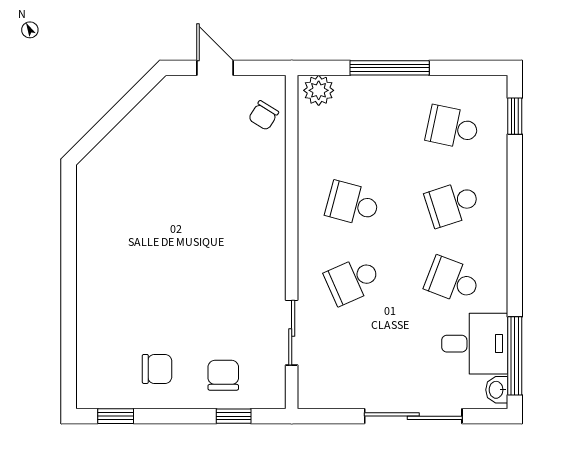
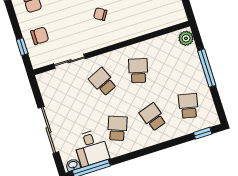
chair: (264, 115) -> (100, 14), moved

